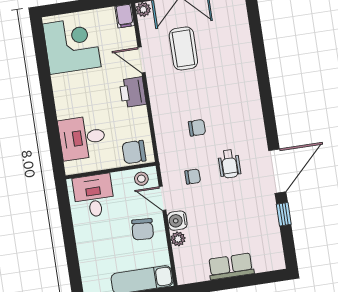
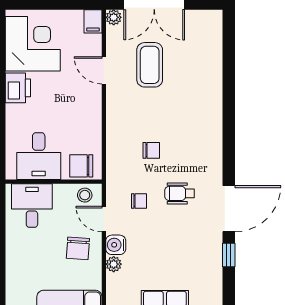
printer: (133, 92) -> (18, 88), moved, turned 180
desk: (82, 138) -> (39, 156), moved, turned -90
wheelchair: (229, 164) -> (180, 193), turned 90

